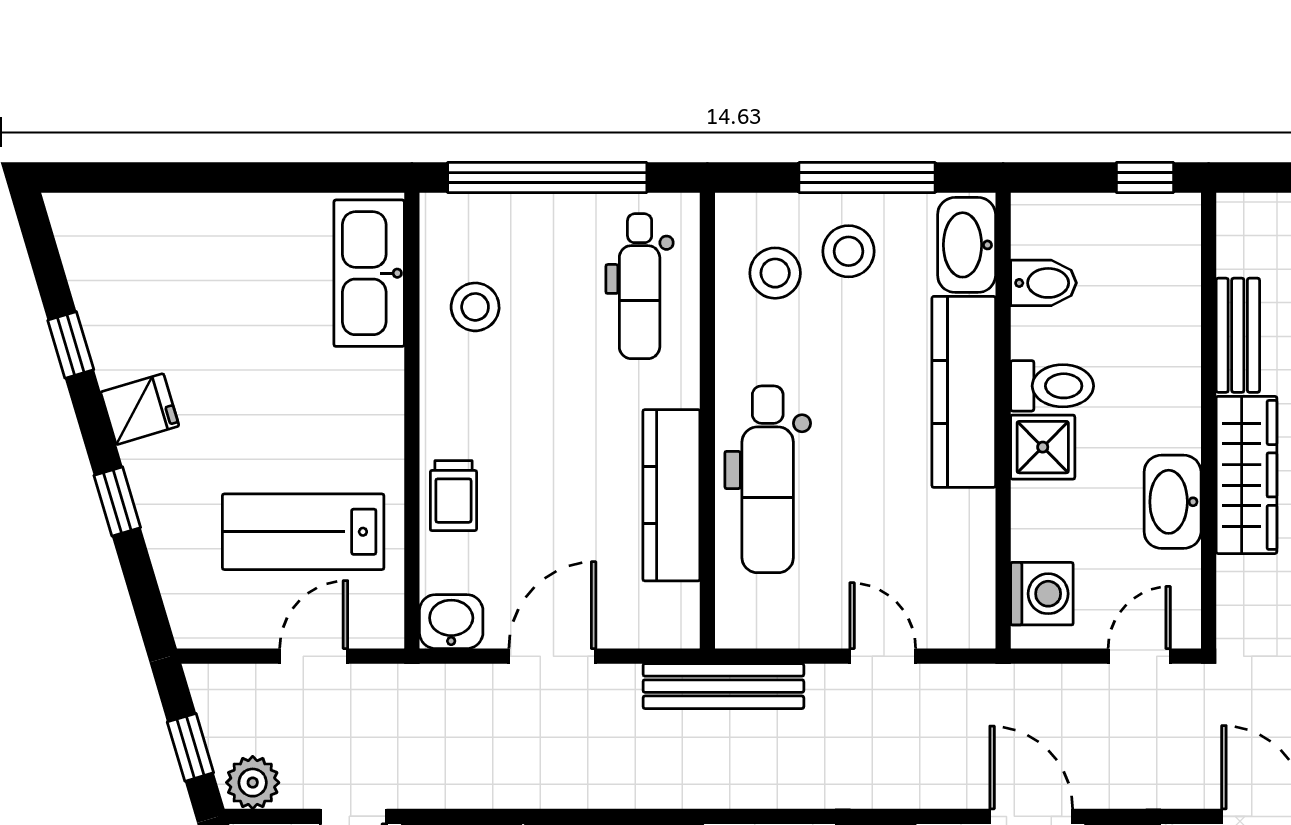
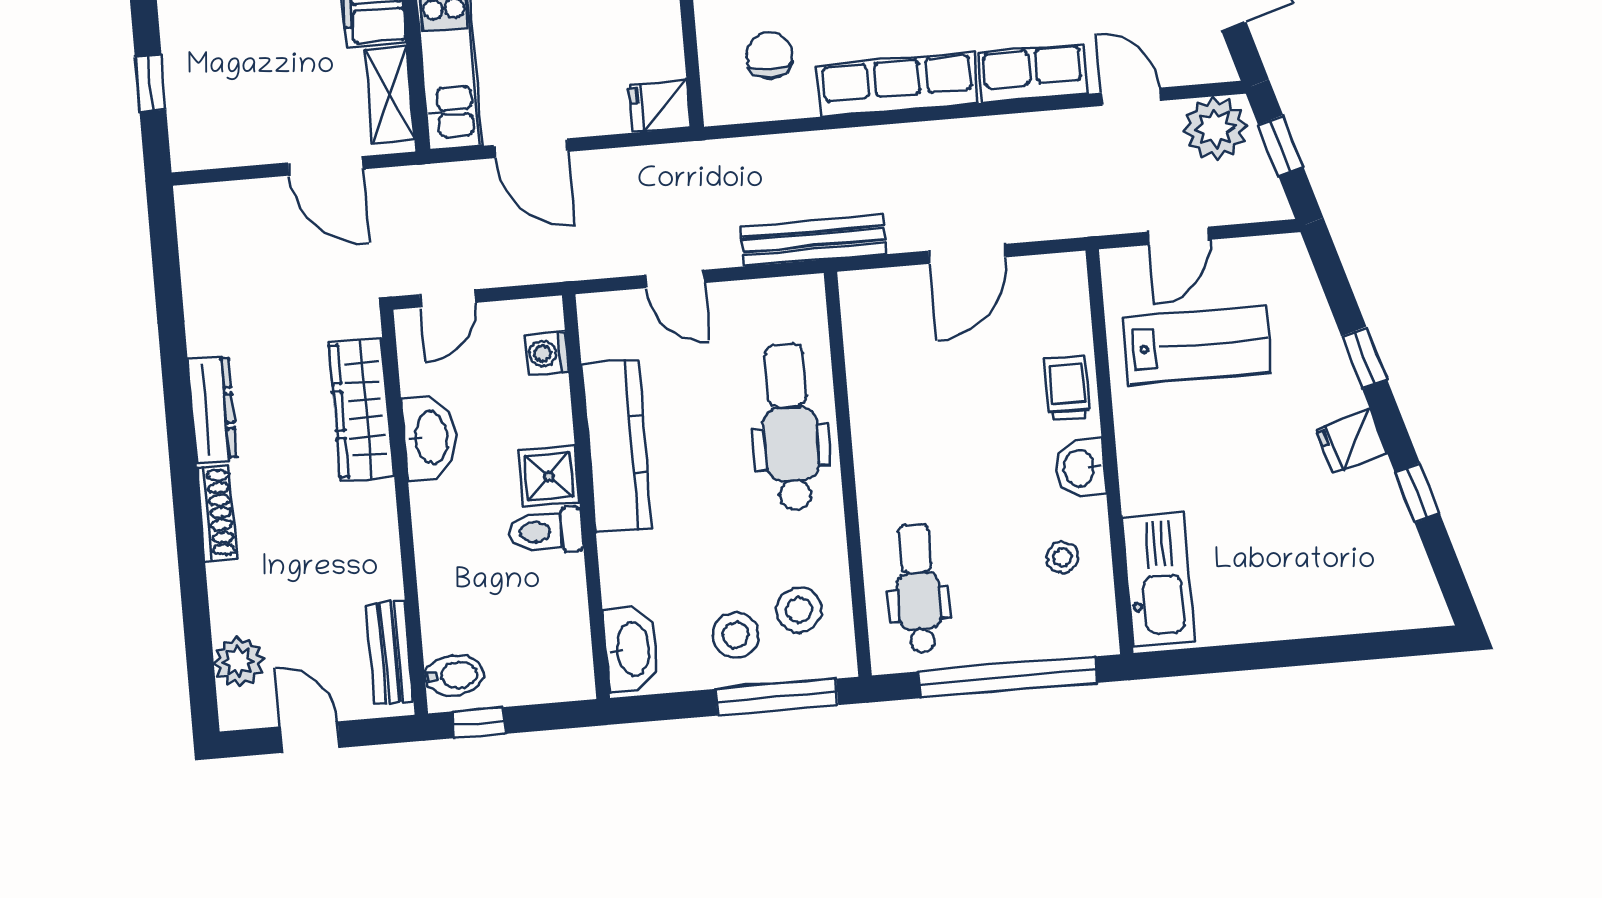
window: (867, 178) -> (777, 697), moved
bidet: (1044, 283) -> (454, 675), moved, turned 180
stool: (475, 307) -> (1062, 557), width x0.73, depth x0.73
bench: (1238, 335) -> (390, 653), moved
kitchen counter: (964, 392) -> (617, 446), moved
wardrobe: (1246, 475) -> (361, 409), moved
kitchen counter: (671, 495) -> (874, 405), removed
washing machine: (1042, 594) -> (547, 353), width x0.73, depth x0.73
washbasin: (451, 622) -> (1080, 468), moved, turned 90
plant: (253, 783) -> (1215, 128), width x1.36, depth x1.36

